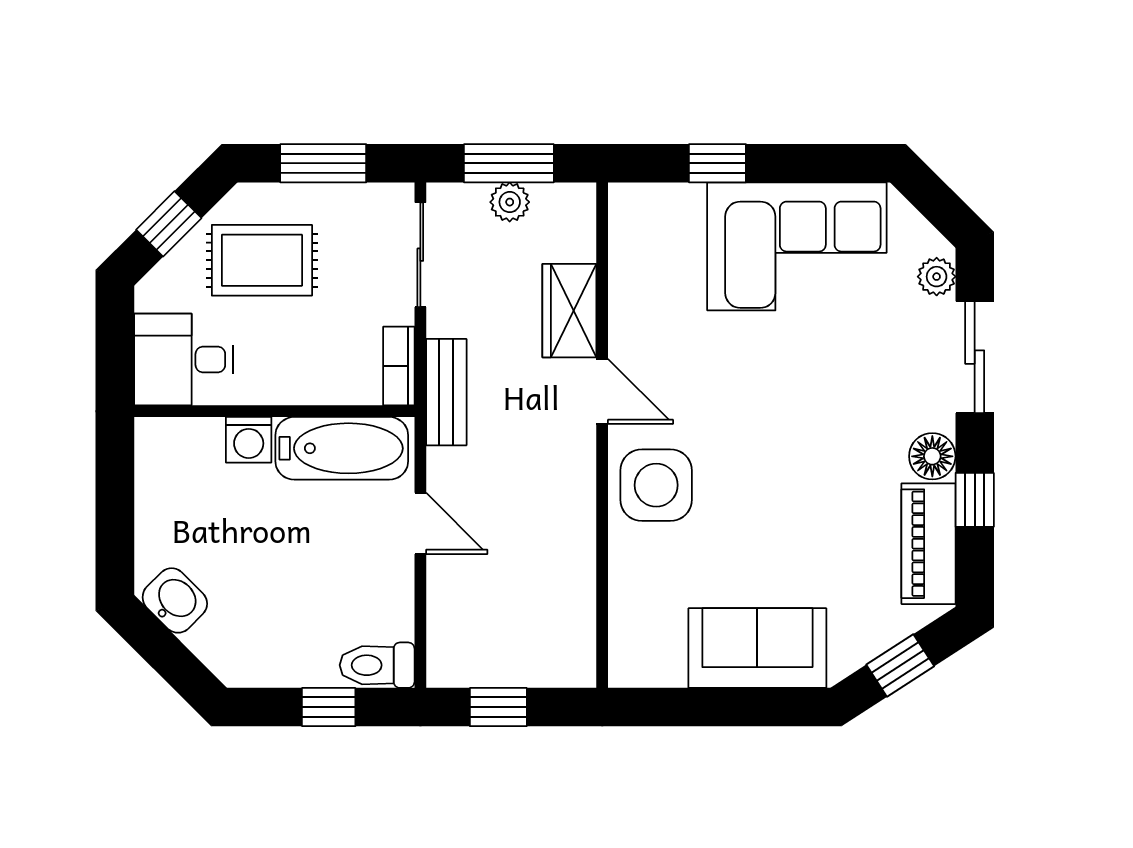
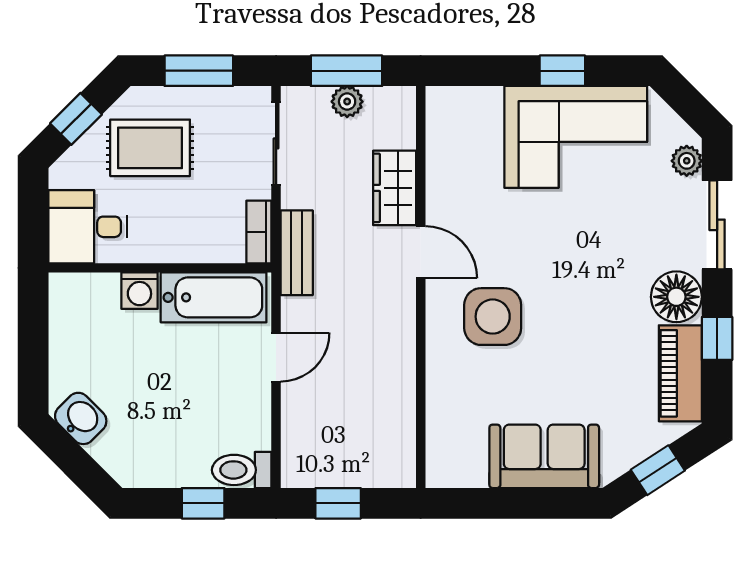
window: (717, 163) -> (562, 71), moved
floor lamp: (932, 456) -> (676, 297), width x1.38, depth x1.38
side table: (656, 485) -> (493, 317), moved
door: (420, 523) -> (276, 357), hinge flipped

